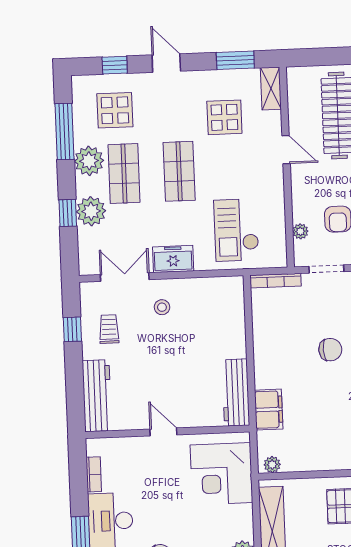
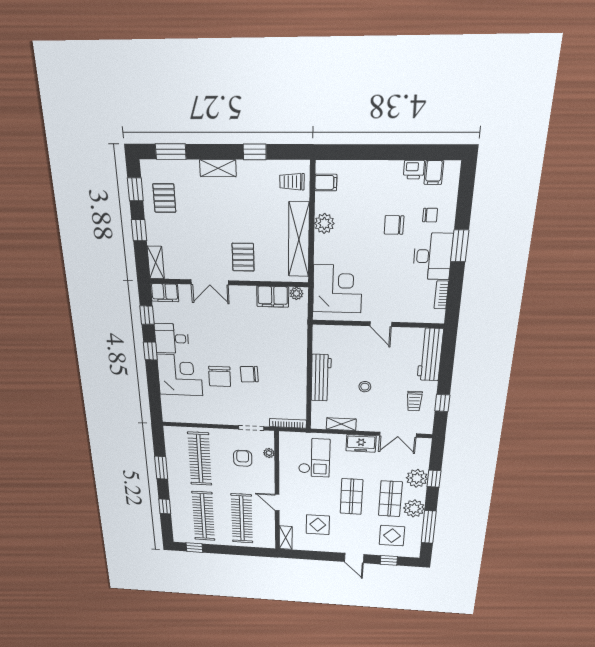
window: (235, 60) -> (308, 555), removed
shelving: (202, 286) -> (341, 424), added
stool: (162, 307) -> (365, 387), moved
workbench: (236, 392) -> (321, 378), moved
filing cabinet: (269, 410) -> (273, 297), moved, turned -90

